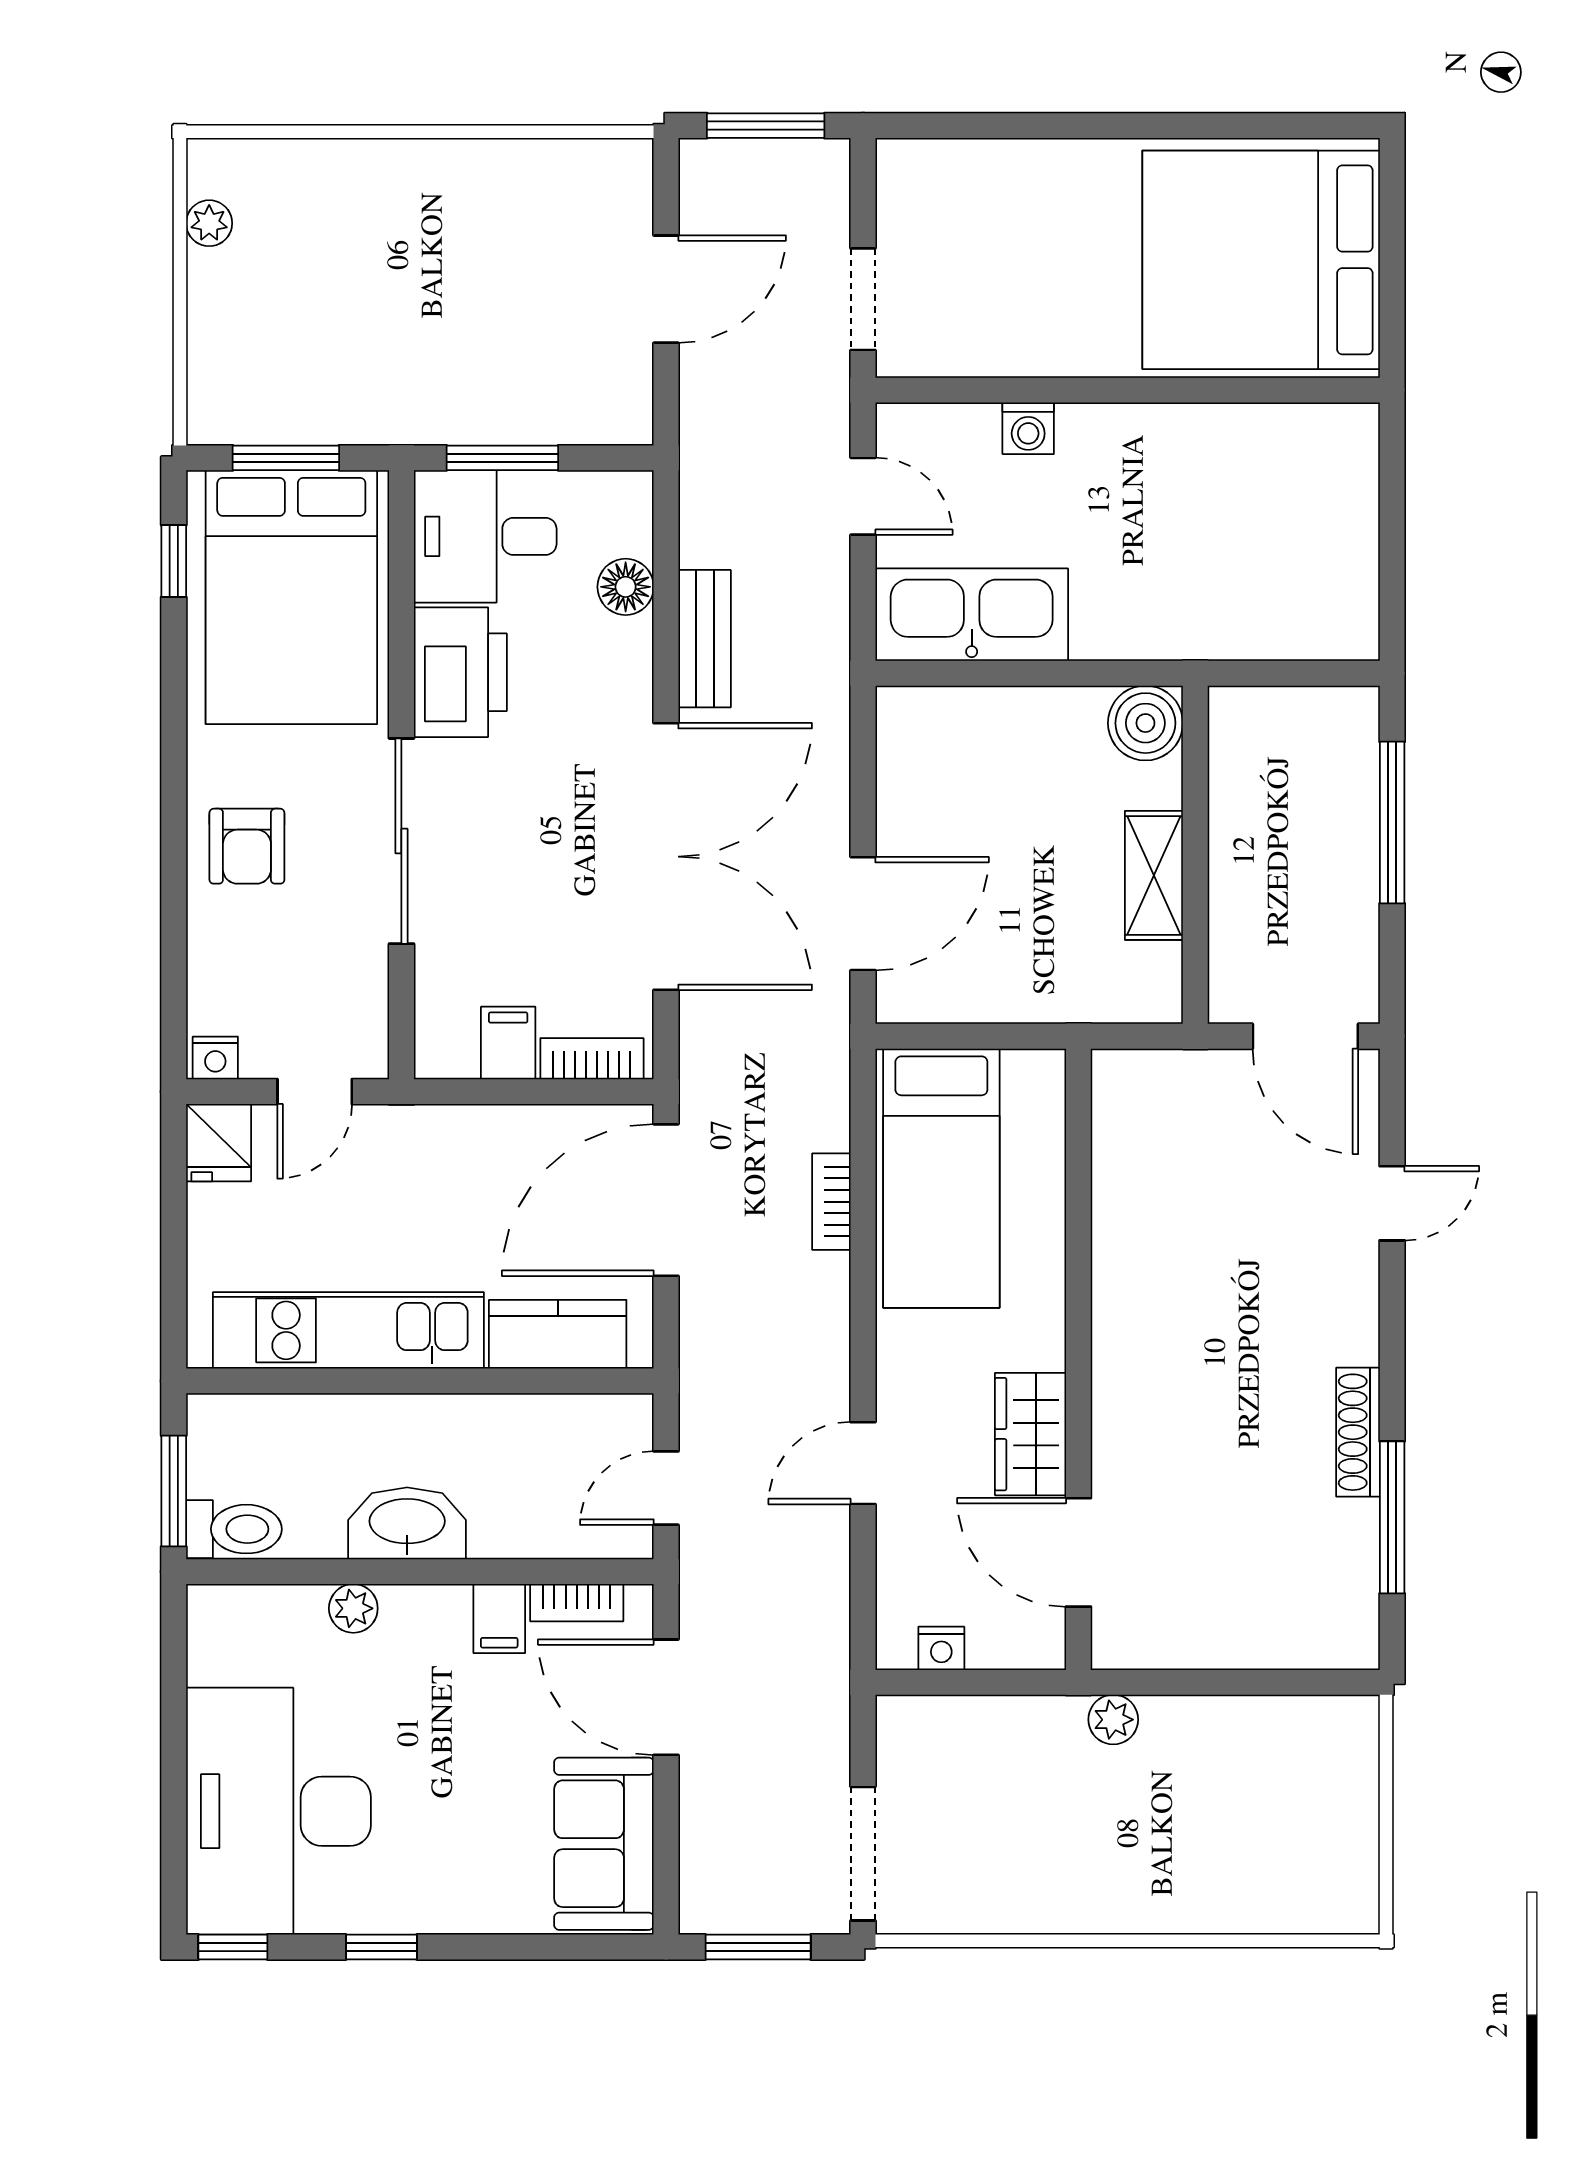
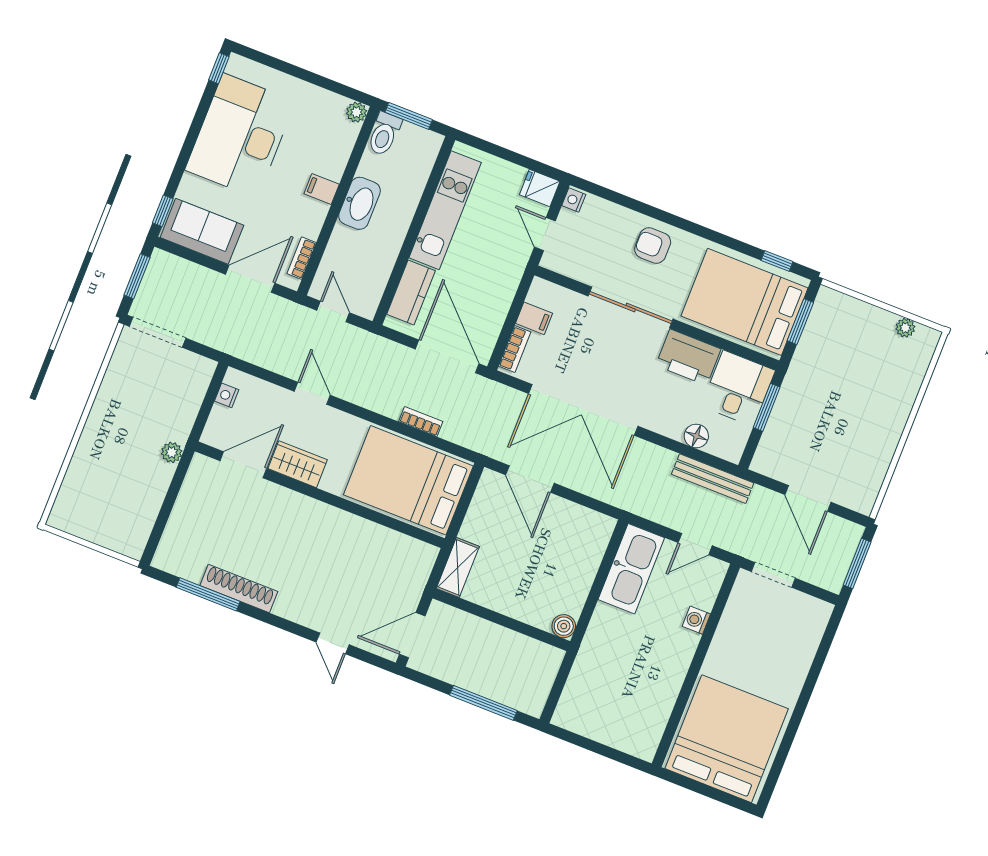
bench: (705, 639) -> (713, 479), moved, width x1.36
boiler: (1145, 723) -> (564, 626), width x0.73, depth x0.73
shelving: (1154, 875) -> (458, 567), moved, turned 90
bed: (941, 1178) -> (408, 480), width x1.50
shoe rack: (1358, 1432) -> (239, 588), width x1.36, depth x1.24
plant: (353, 1608) -> (356, 112), moved
filing cabinet: (499, 1618) -> (322, 189), moved
desk: (279, 1811) -> (240, 136), moved, turned -90
window: (381, 1947) -> (163, 211), moved

